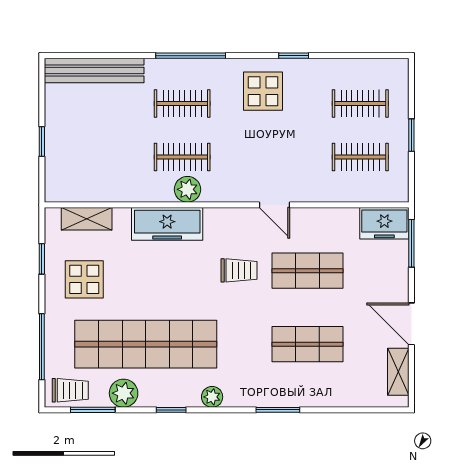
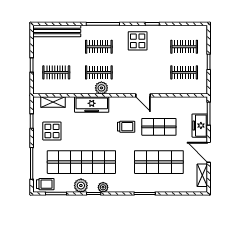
clothes rail: (93, 157) -> (56, 72), added
freezer: (384, 223) -> (200, 126), moved, turned 90
shop shelf: (308, 344) -> (159, 162), width x1.43, depth x1.36
plant: (124, 393) -> (81, 186), moved
plant: (212, 397) -> (103, 187), moved

